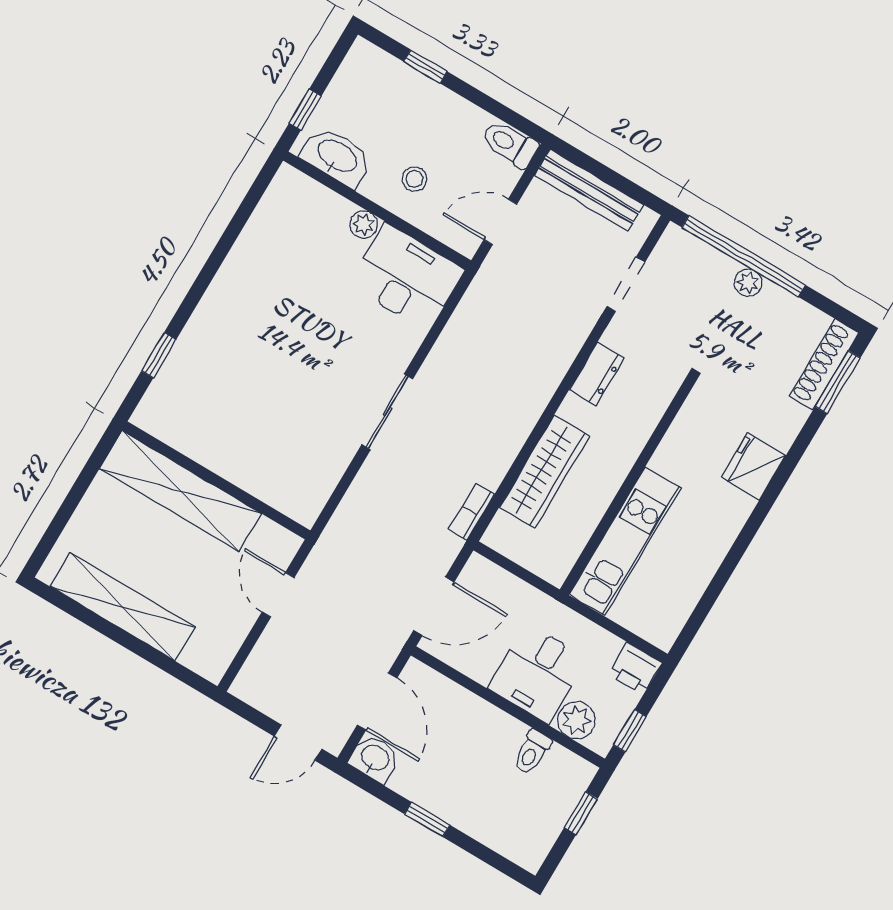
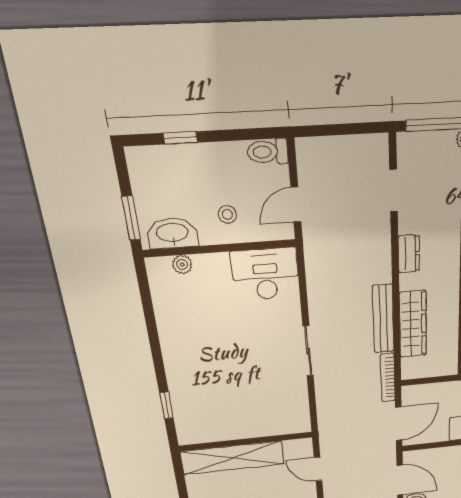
window: (305, 110) -> (131, 218), width x1.50
bench: (589, 190) -> (383, 319), moved, turned 90
plant: (364, 225) -> (182, 264), moved
bookcase: (472, 512) -> (388, 378), width x1.56

